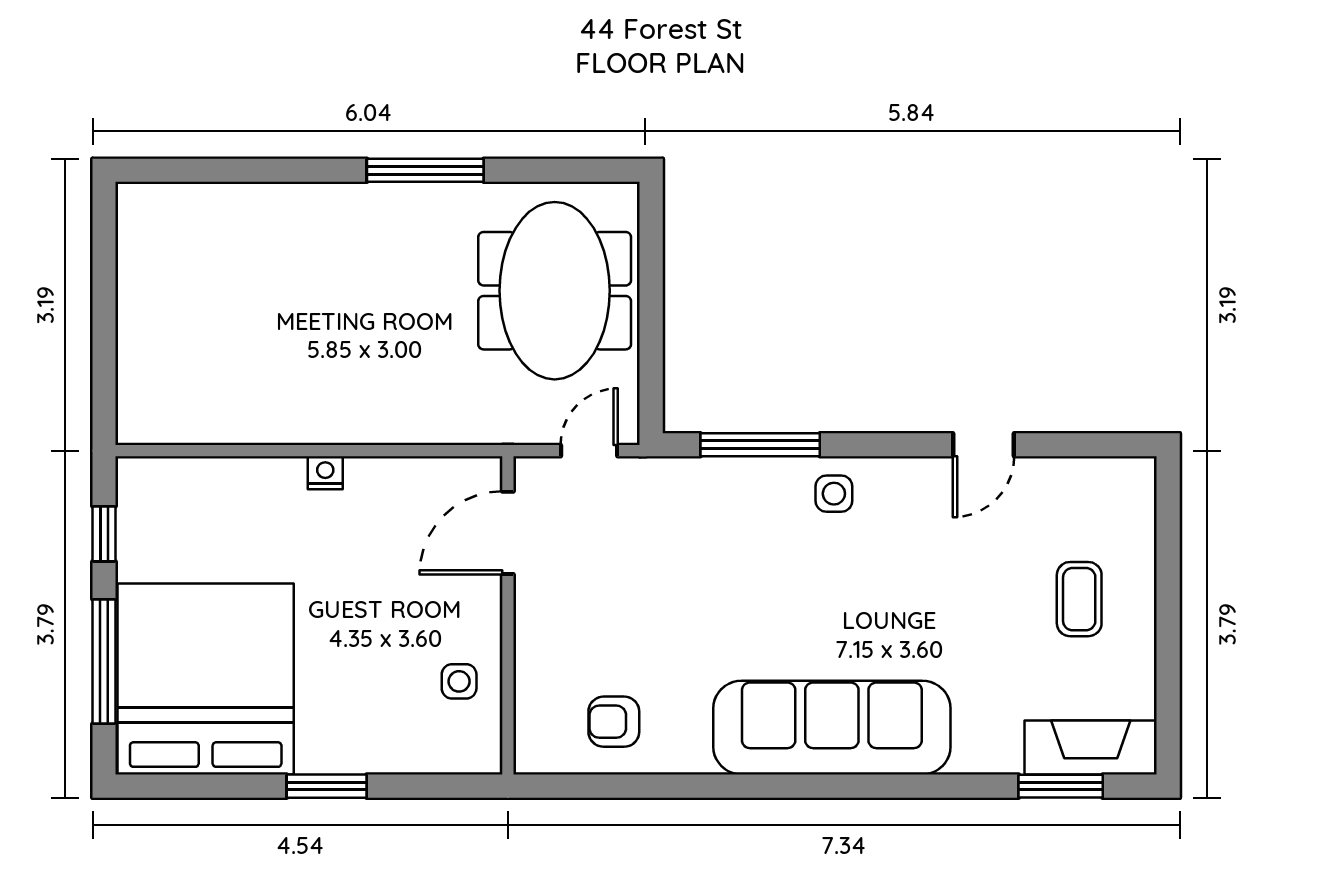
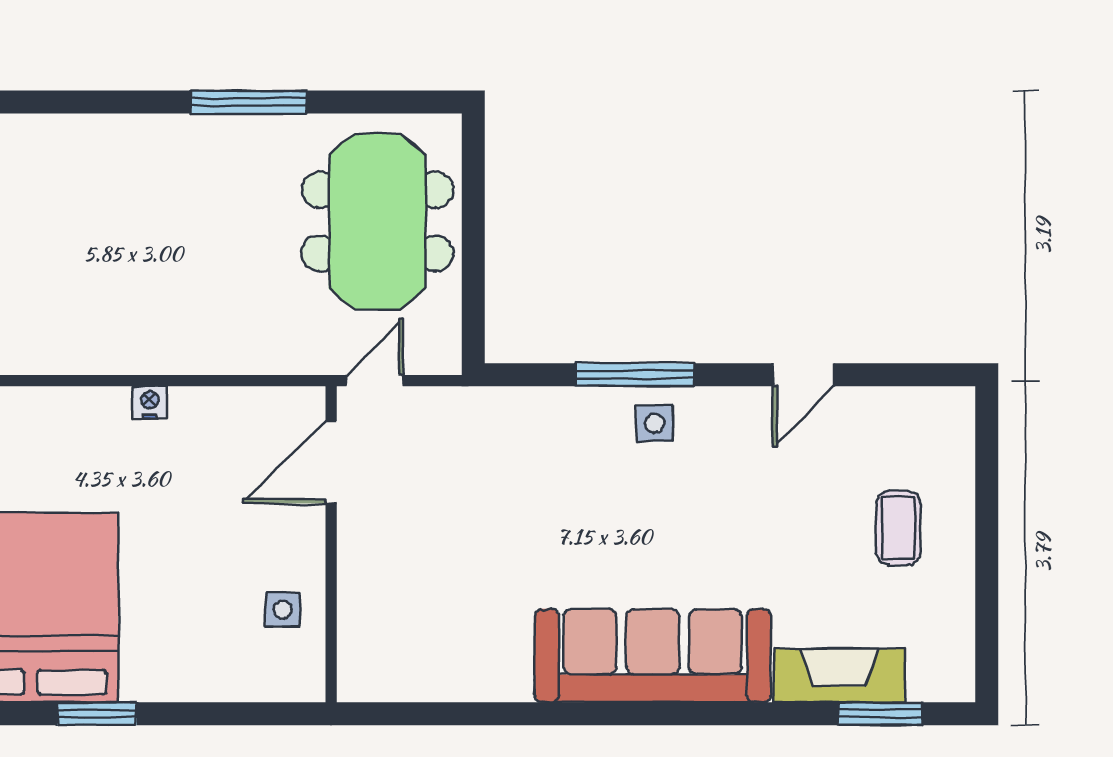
window: (760, 445) -> (635, 375), moved
door: (589, 451) -> (375, 381), moved
armchair: (614, 722) -> (436, 650), removed
fireplace: (1091, 747) -> (840, 675), moved
window: (327, 786) -> (97, 714), moved

